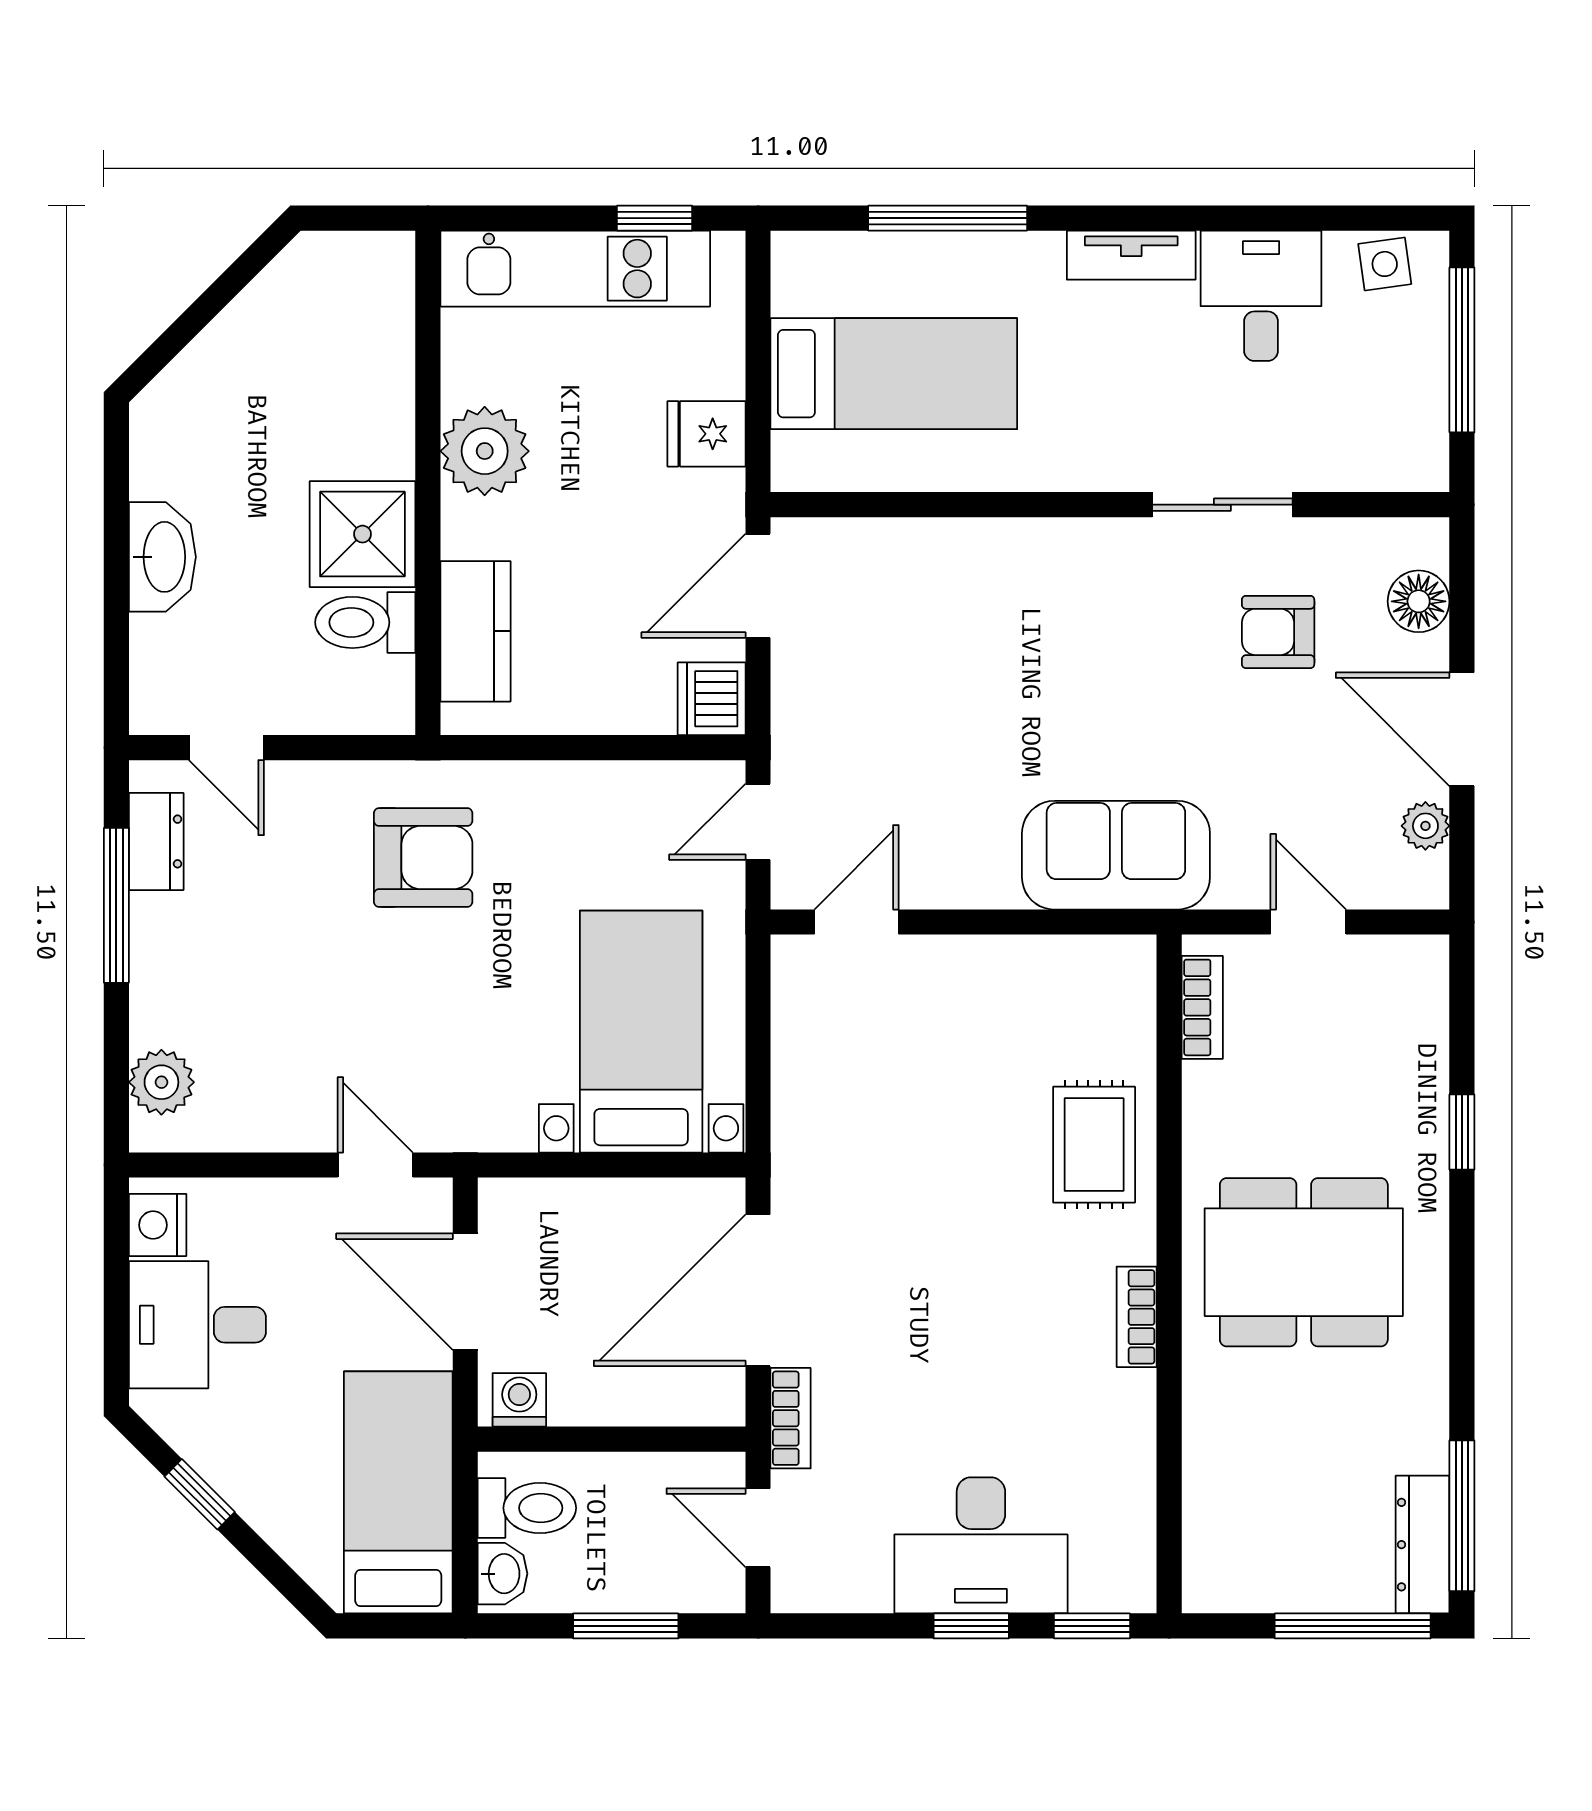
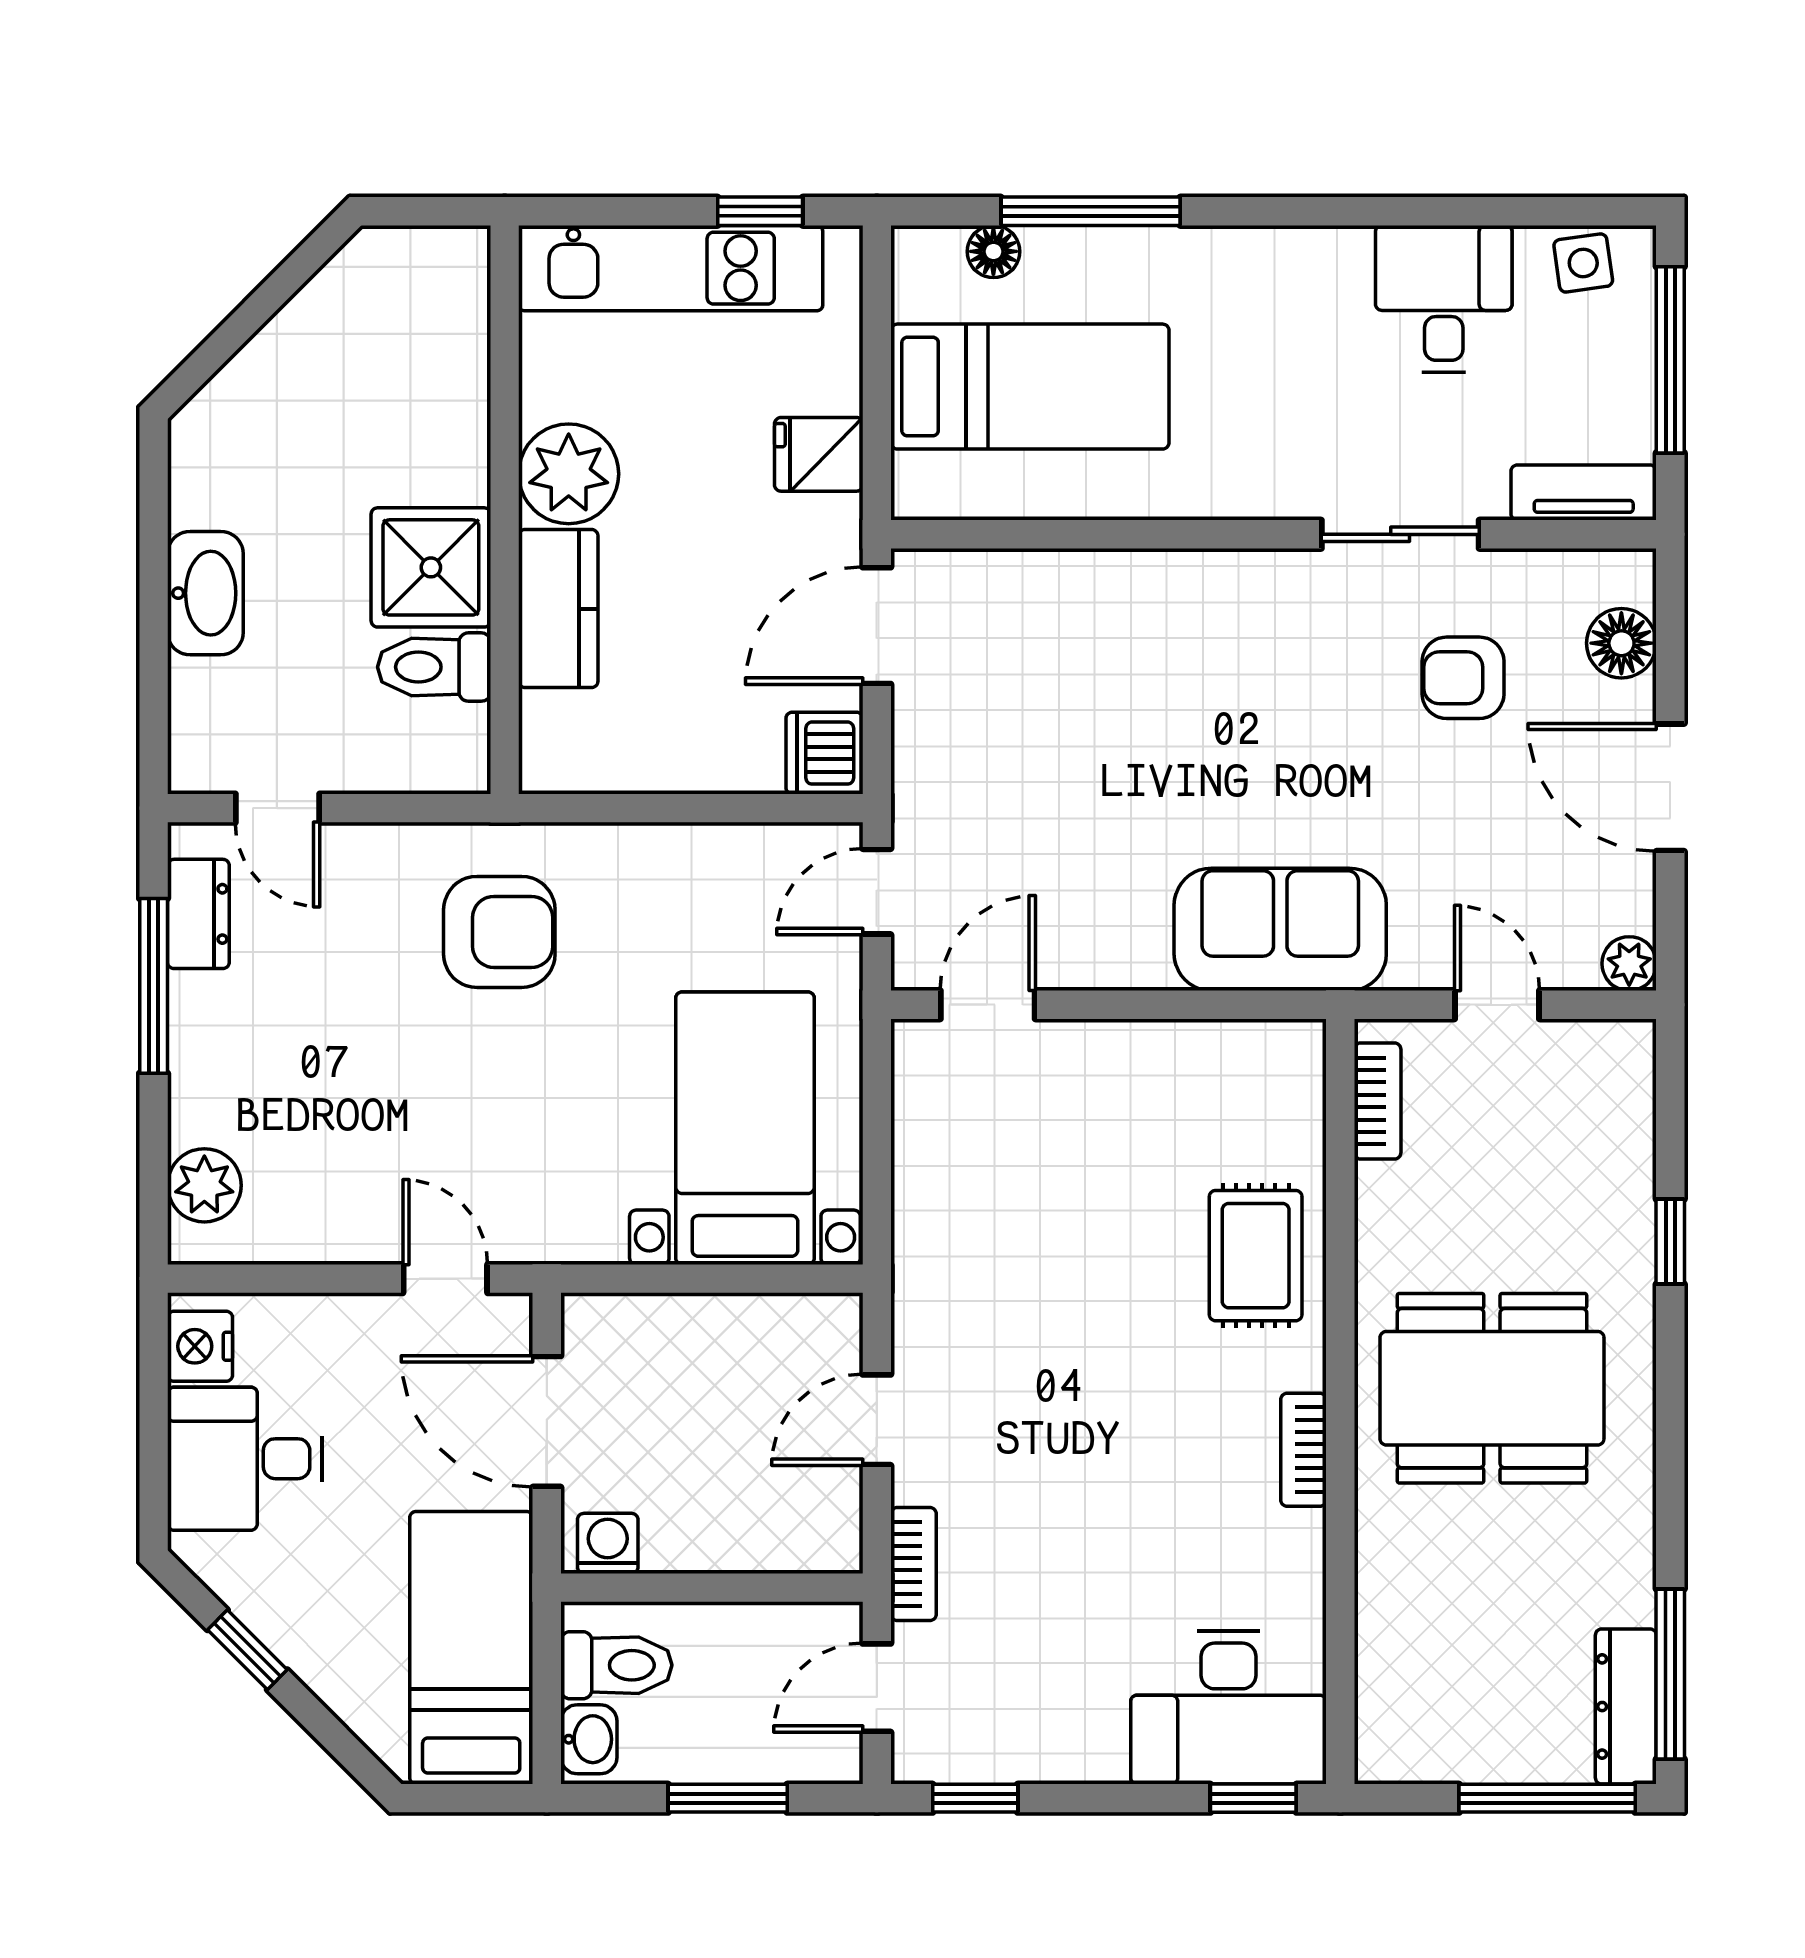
floor lamp: (862, 254) -> (993, 251), added
tv unit: (1131, 255) -> (1584, 493), moved, turned 180
kitchen counter: (475, 631) -> (558, 609), moved
plant: (1425, 826) -> (1629, 964), moved
door: (758, 1290) -> (877, 1420), width x0.53
door: (758, 1528) -> (877, 1688), hinge flipped
desk: (981, 1545) -> (1228, 1707), moved
window: (971, 1626) -> (975, 1798), moved

